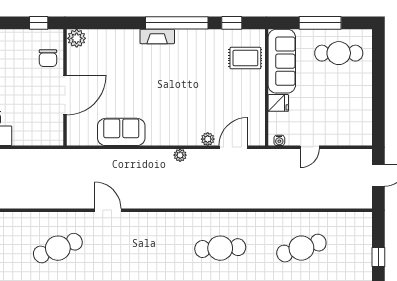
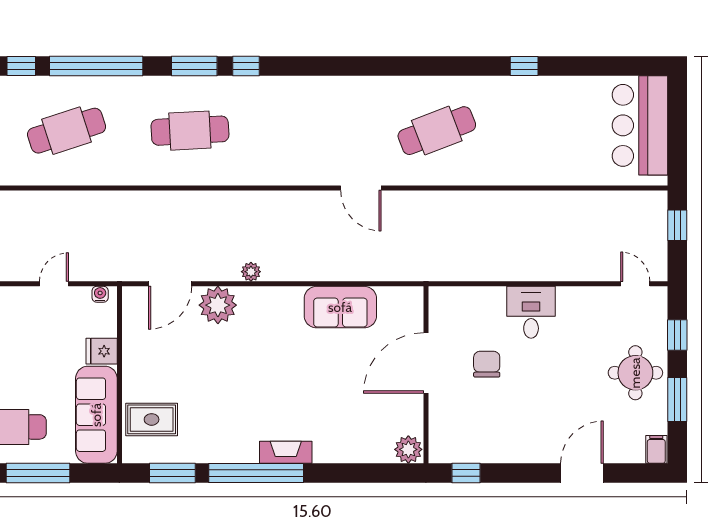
window: (232, 23) -> (172, 473), width x1.50
chair: (48, 58) -> (487, 364), moved
plant: (208, 139) -> (218, 305), width x1.88, depth x1.88

